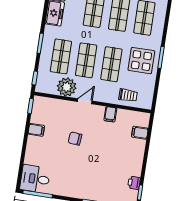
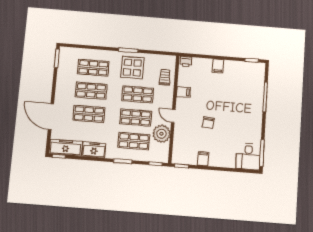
filing cabinet: (140, 133) -> (218, 66), moved
printer: (134, 183) -> (186, 62), moved

